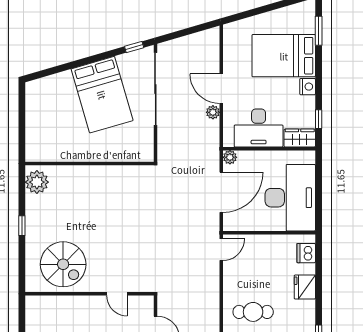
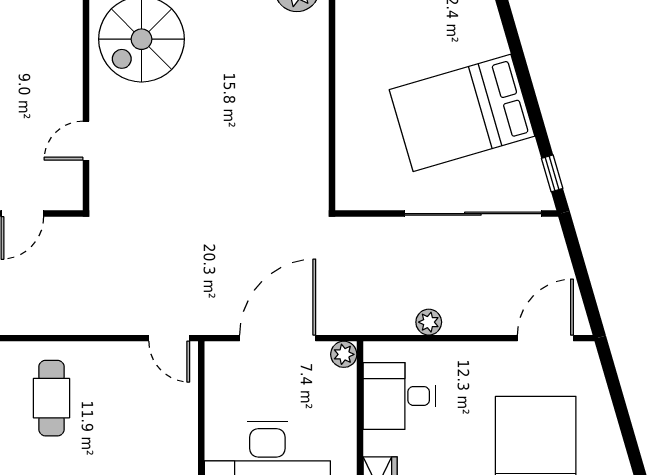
door: (221, 89) -> (545, 338), moved
desk: (259, 128) -> (399, 396), width x0.73
door: (221, 192) -> (278, 338), swing flipped

